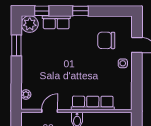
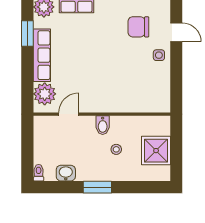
plant: (26, 94) -> (45, 94), width x1.88, depth x1.88
row of seats: (93, 103) -> (42, 55), moved, turned 90

